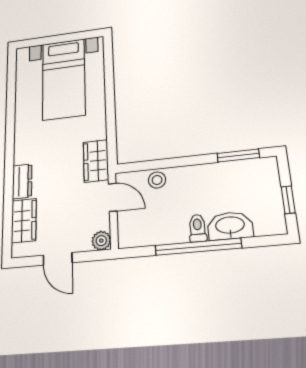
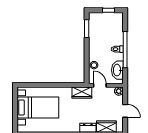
door: (113, 197) -> (100, 85), hinge flipped
washbasin: (230, 226) -> (117, 70), moved
door: (58, 259) -> (125, 111), hinge flipped

